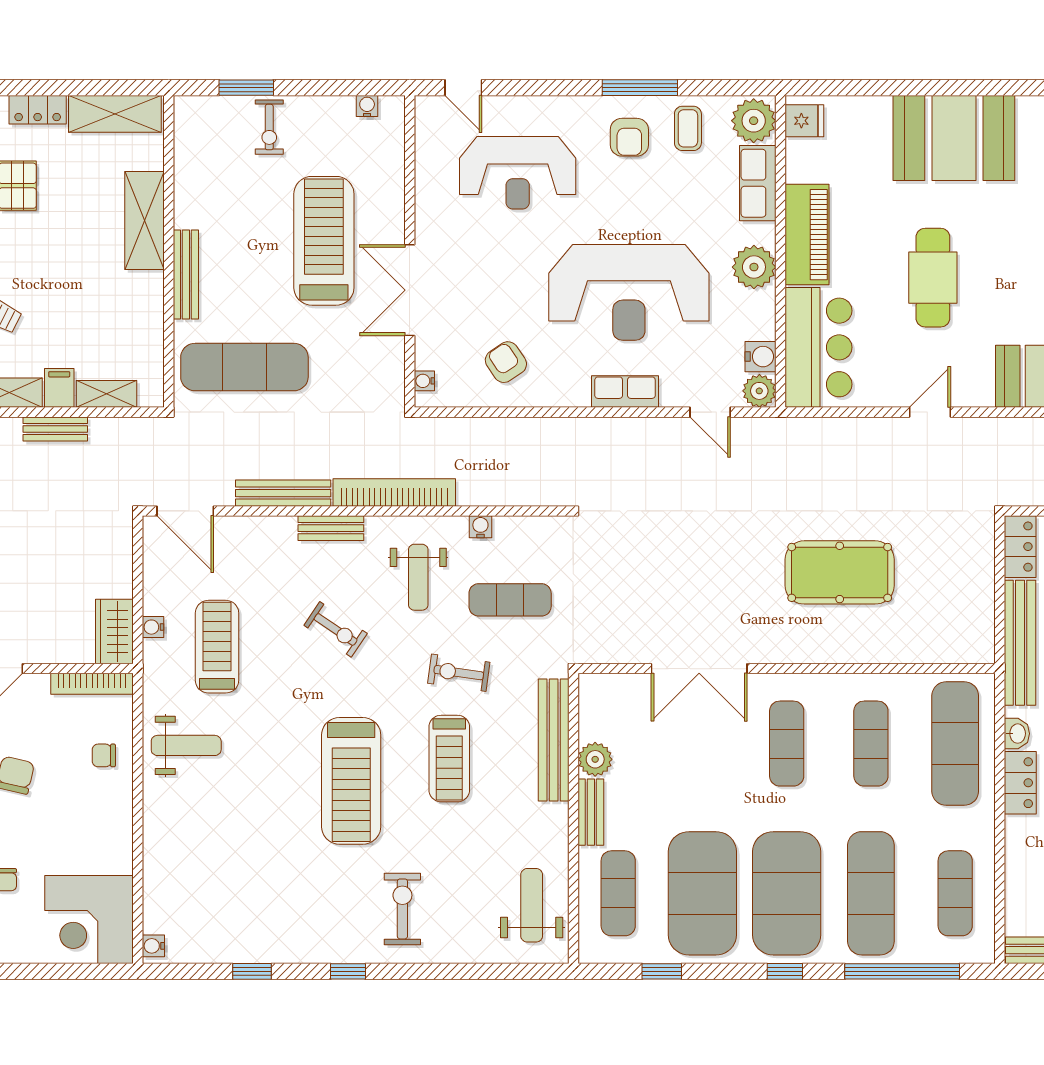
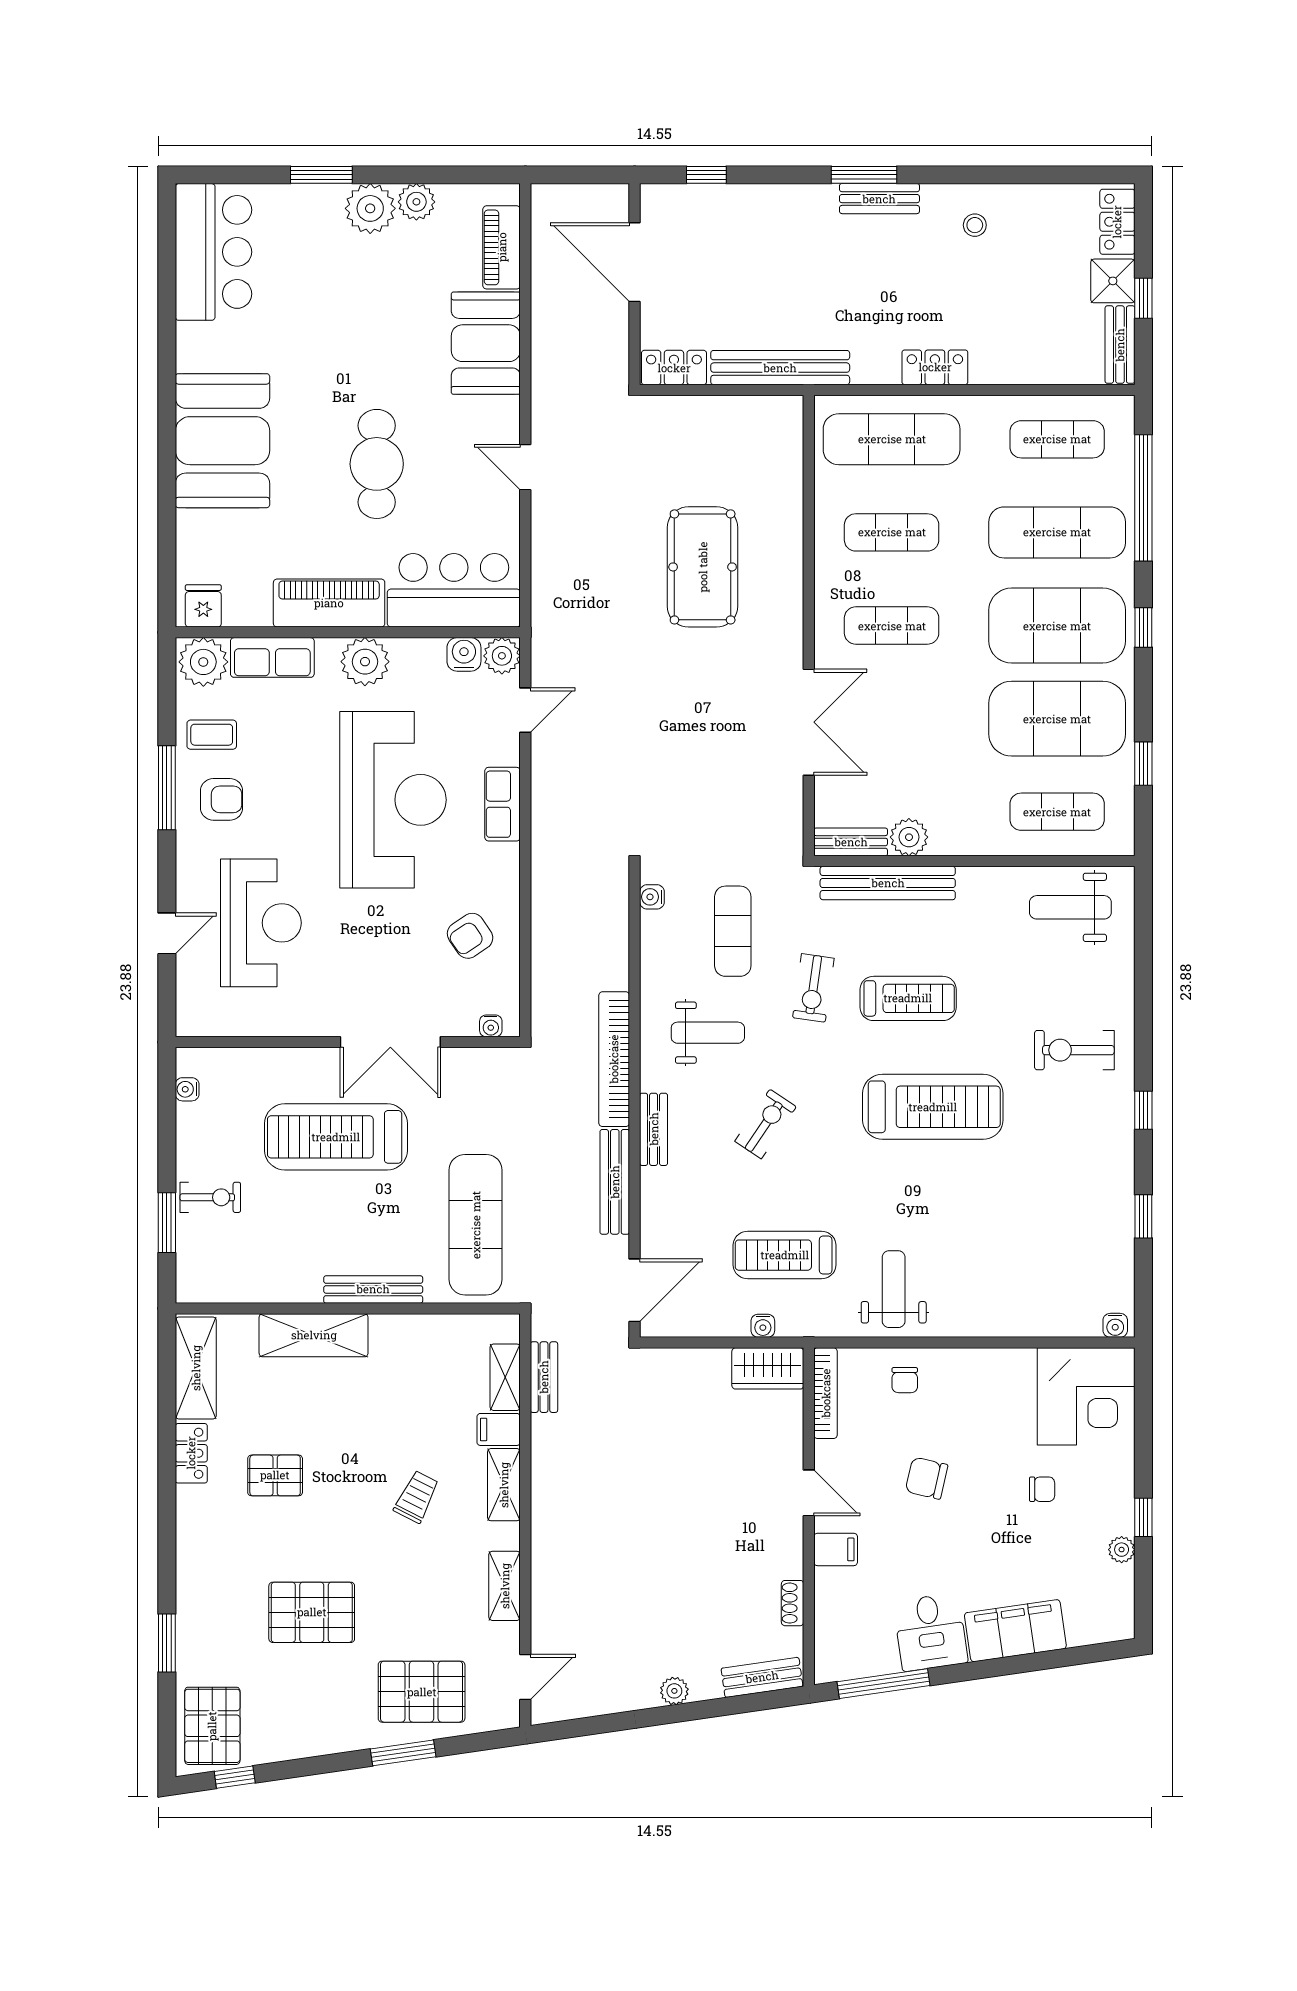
door: (463, 88) -> (167, 933), moved
cafe table: (933, 278) -> (377, 464), turned 90
bench: (55, 429) -> (544, 1377), moved
water cooler: (480, 527) -> (652, 897), moved
washbasin: (1017, 734) -> (881, 371), removed
bench: (591, 812) -> (851, 842), moved

